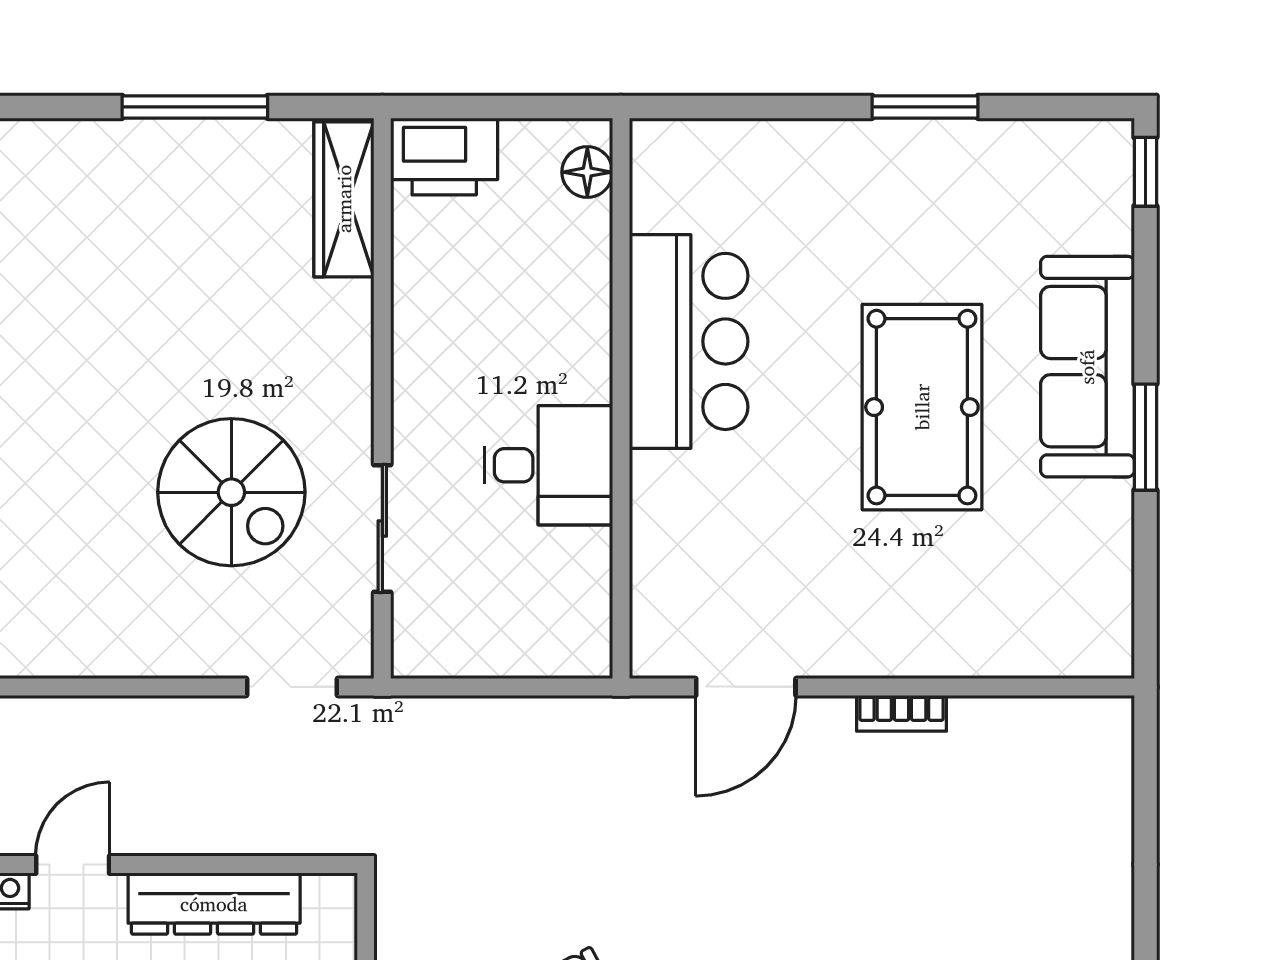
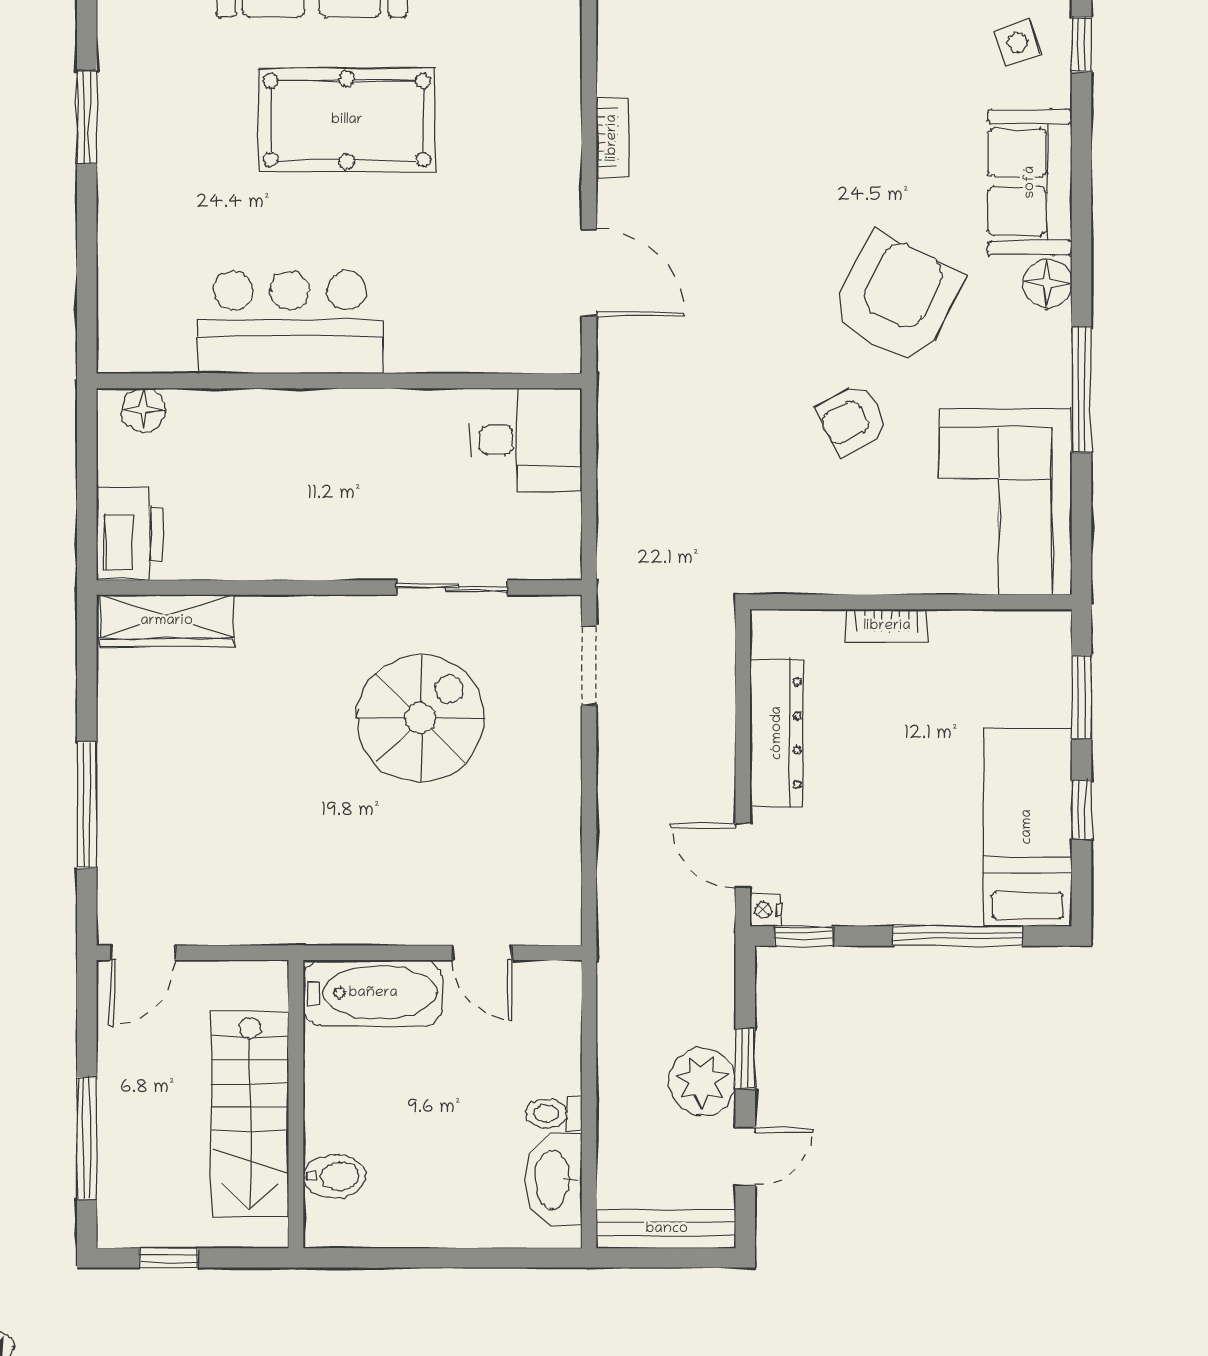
window: (195, 107) -> (87, 805), moved
desk: (548, 465) -> (526, 440), moved, turned 90

